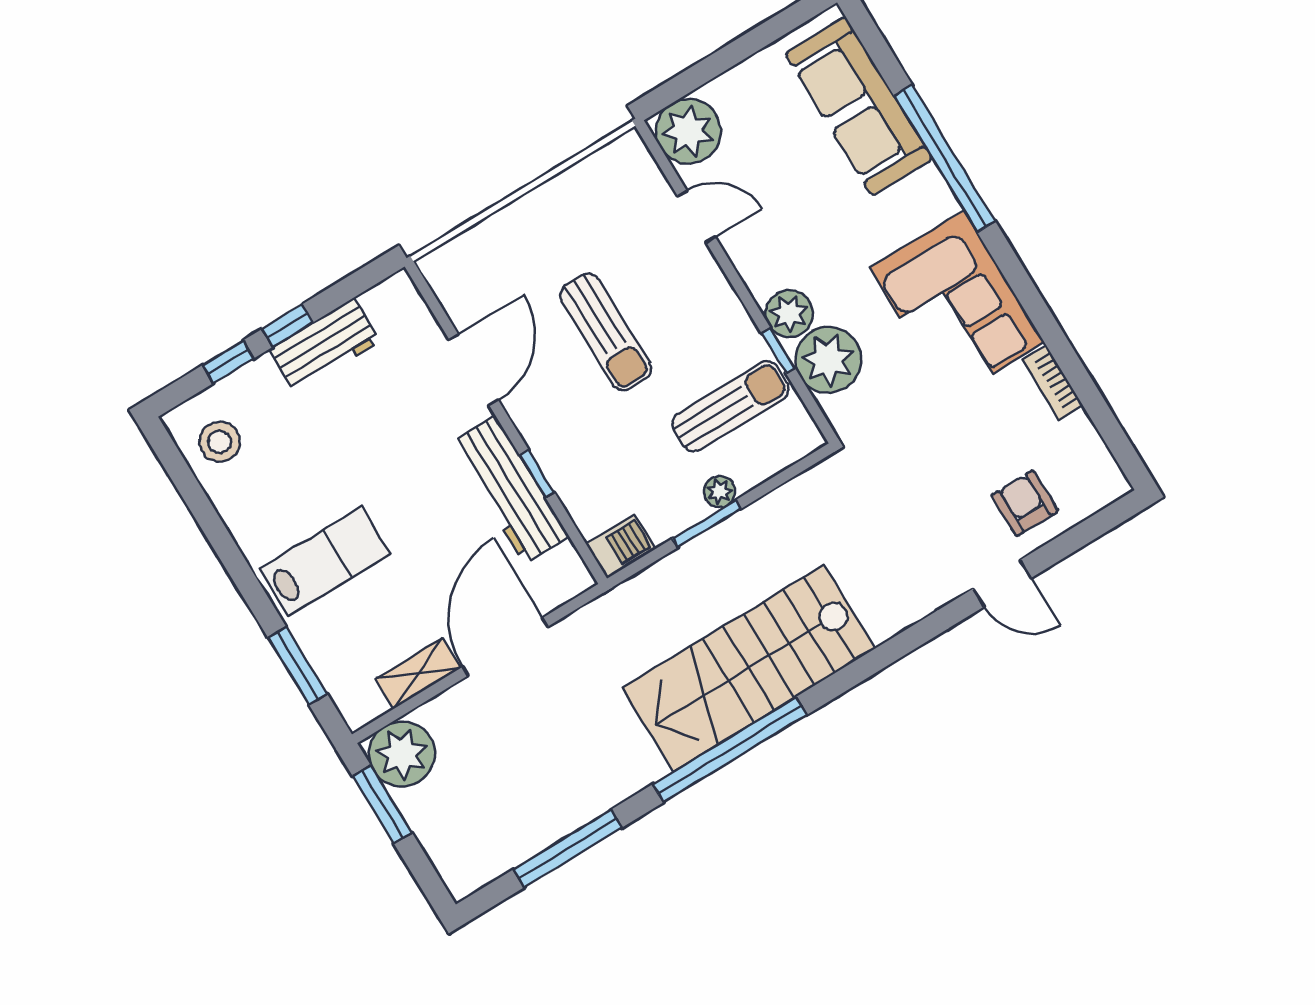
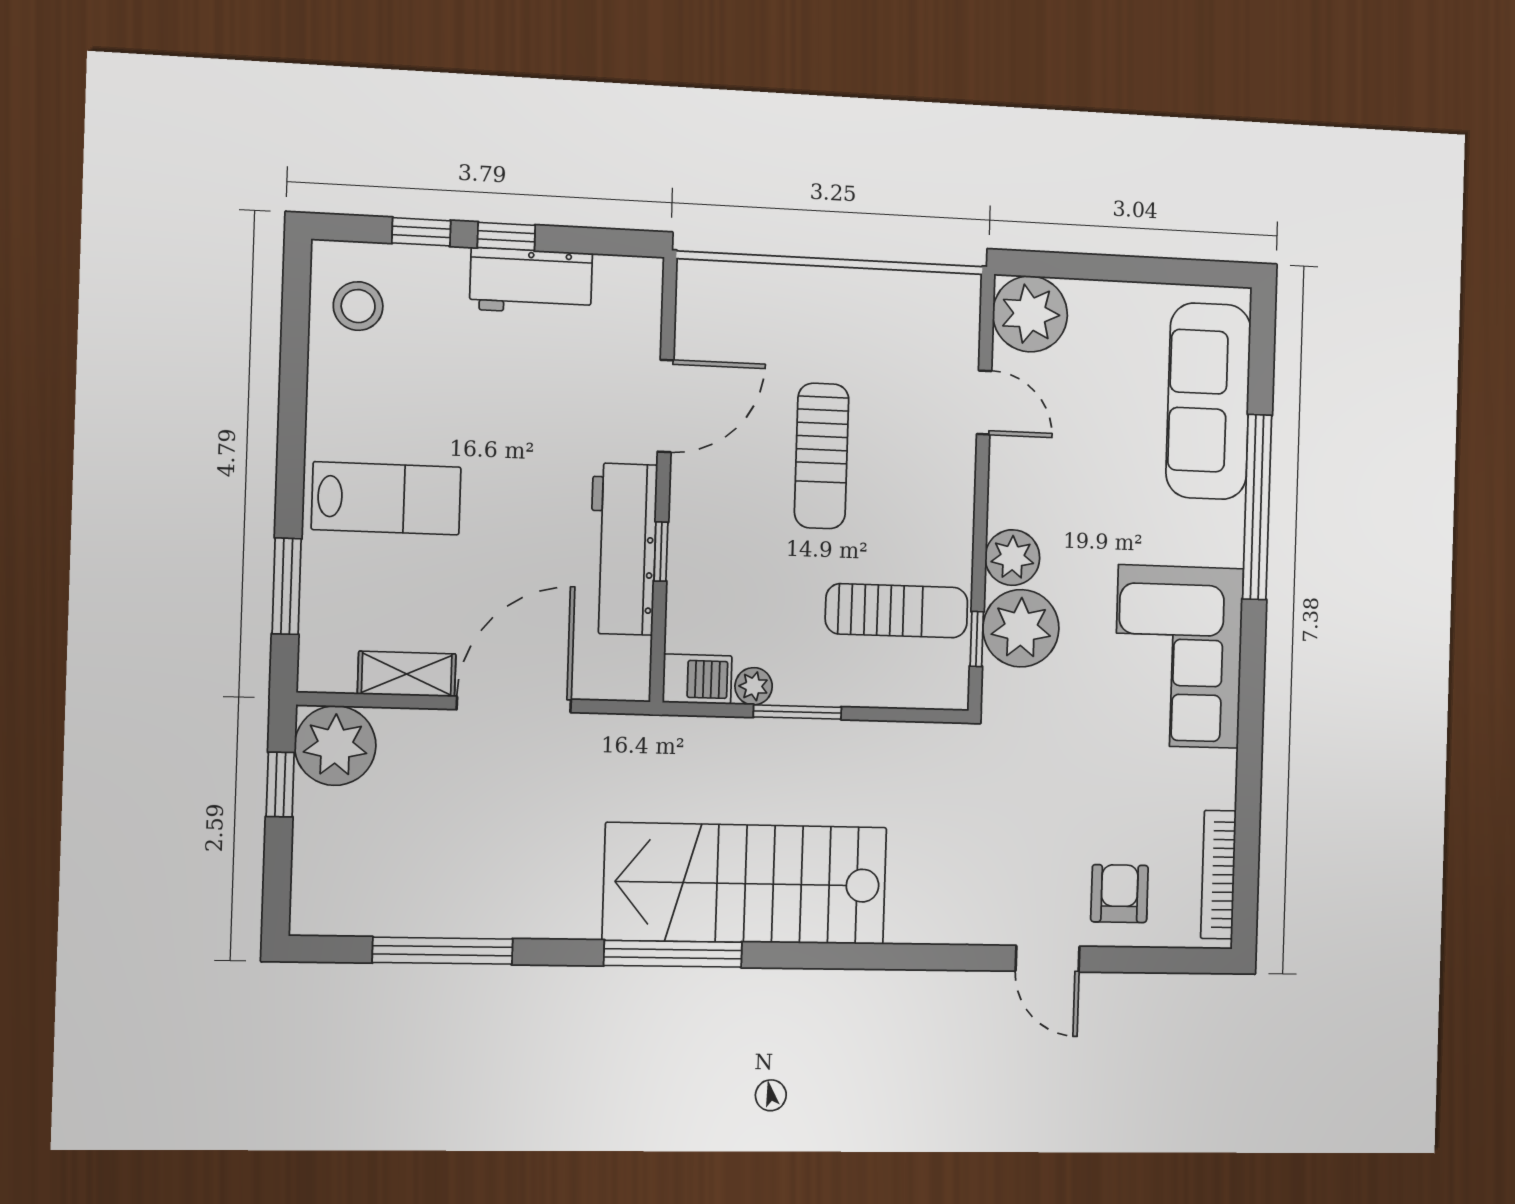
window: (778, 351) -> (977, 639), moved
bookcase: (1053, 382) -> (1218, 875), moved, width x1.56
plant: (720, 492) -> (754, 686), moved
window: (730, 750) -> (673, 954), width x0.68
window: (382, 804) -> (280, 785), width x0.67

